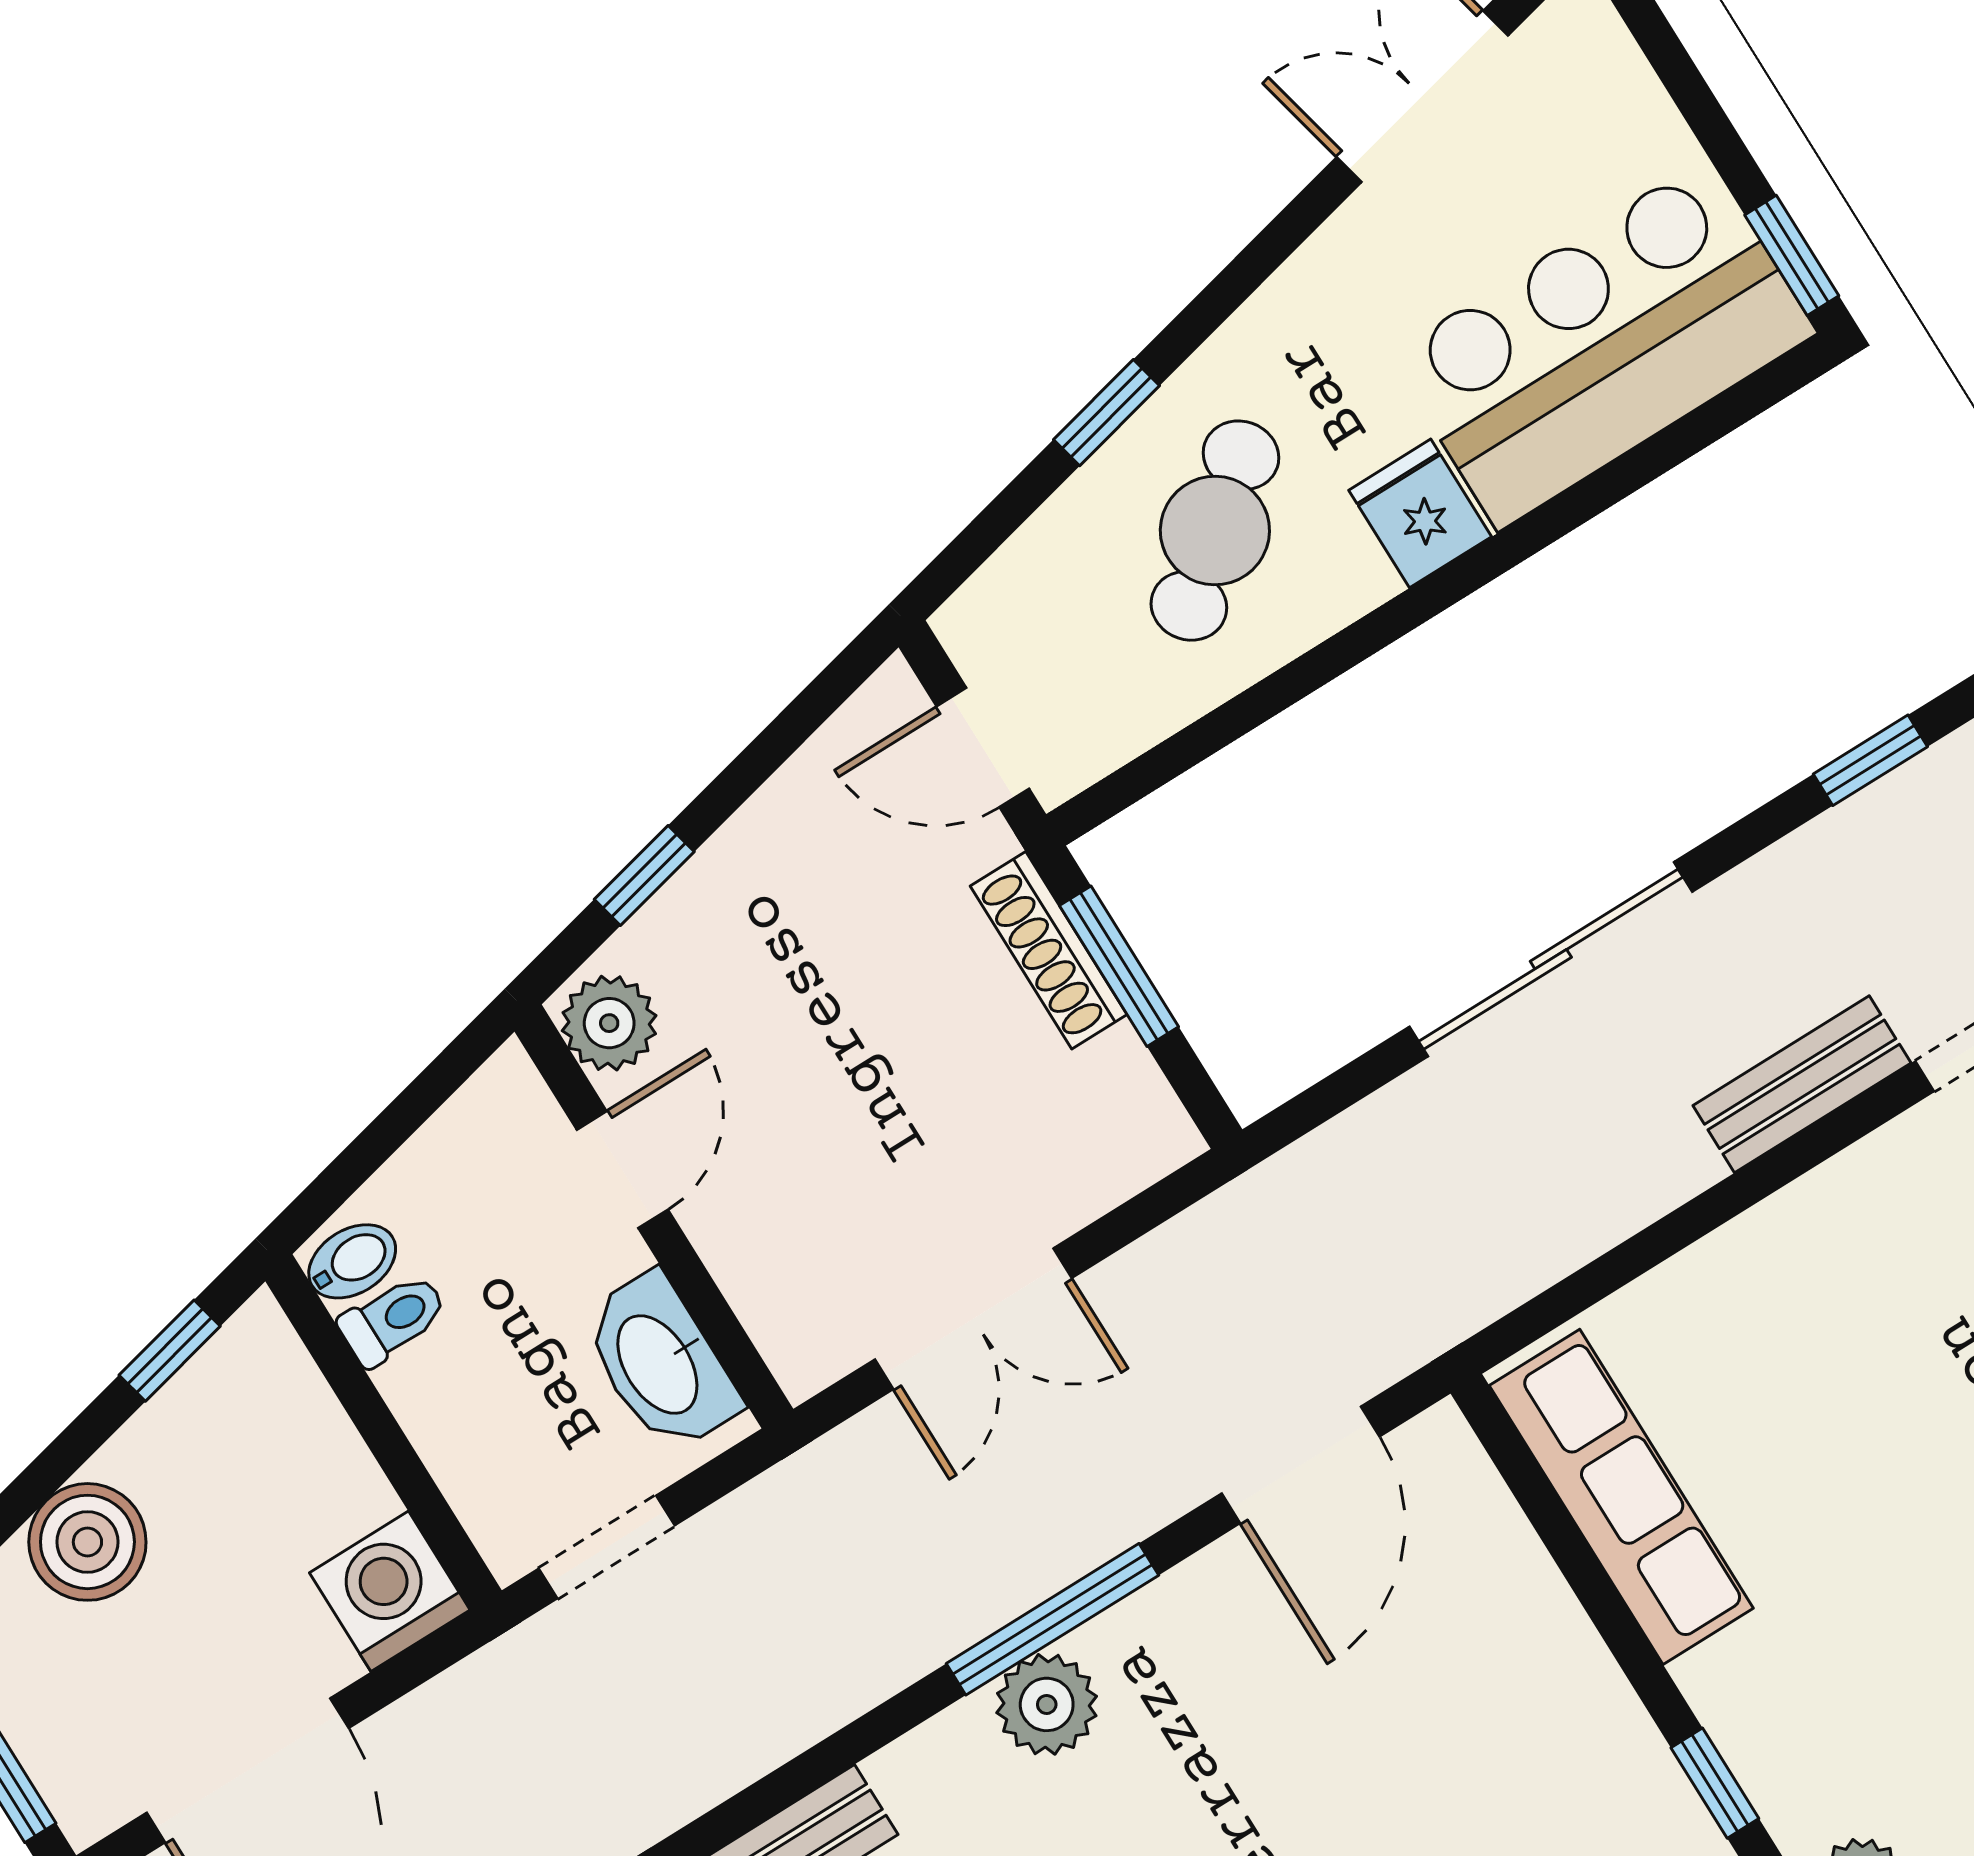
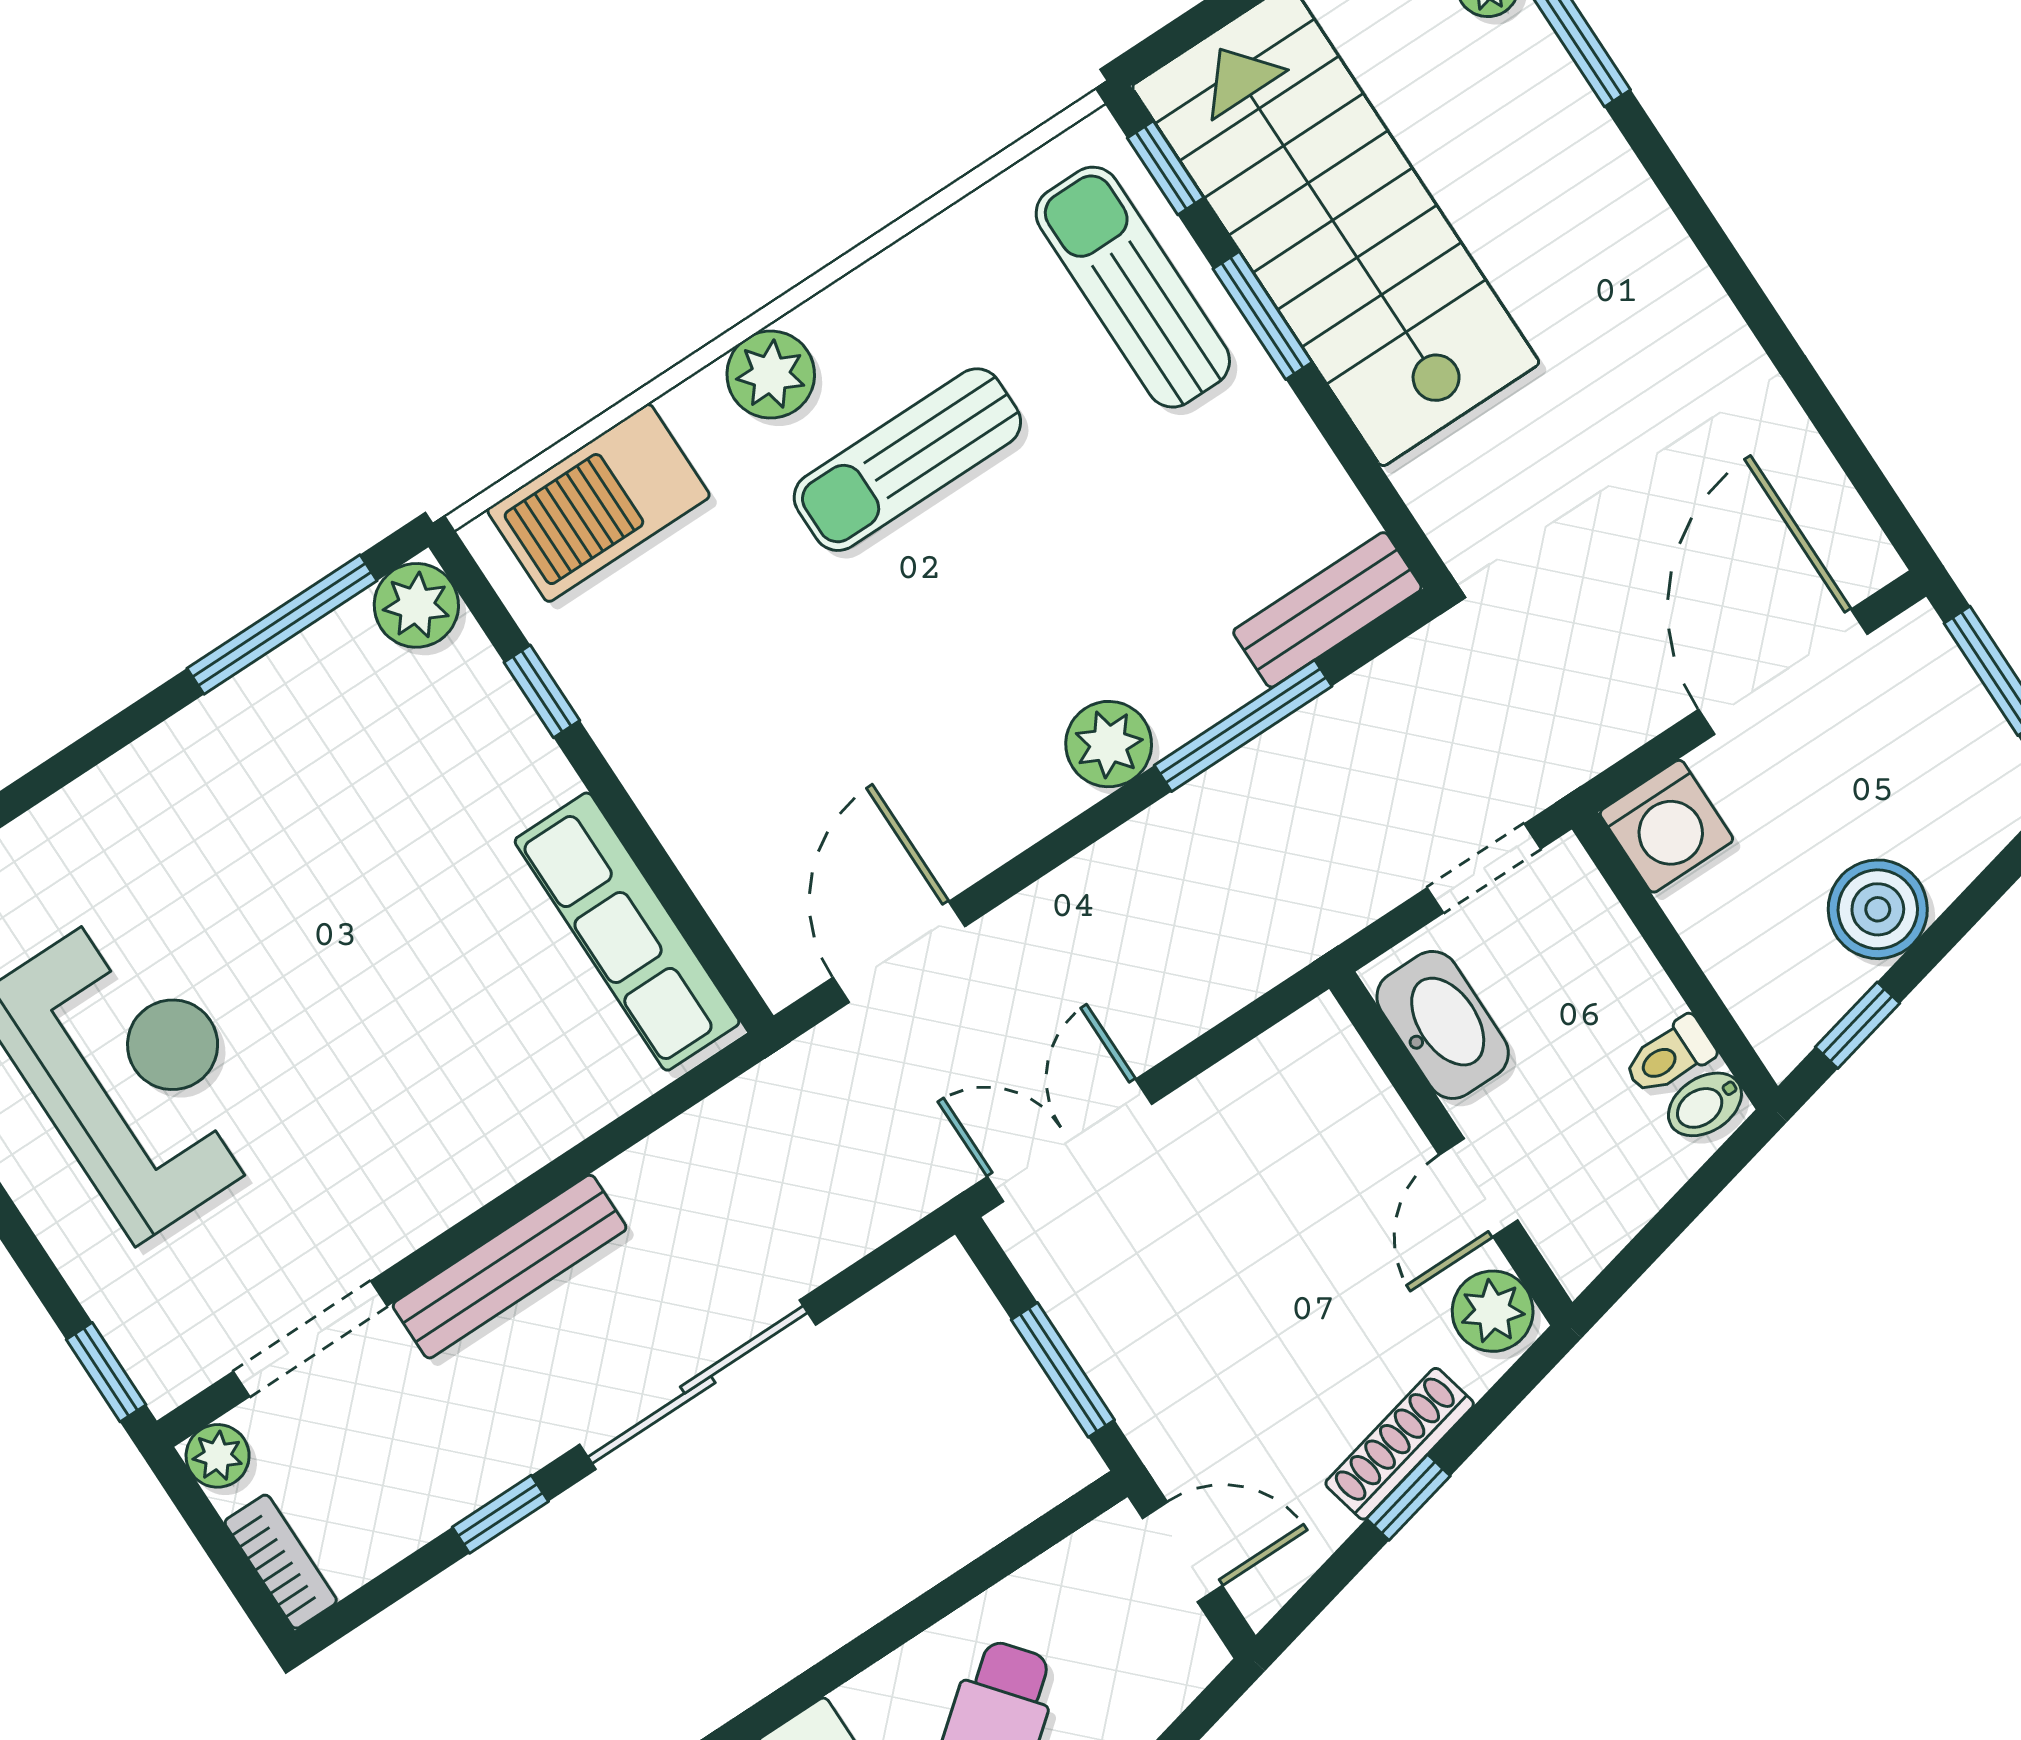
window: (1870, 760) -> (500, 1514), moved
window: (644, 876) -> (1408, 1497), moved
shoe rack: (1049, 950) -> (1400, 1444), moved, turned -103
bench: (1802, 1084) -> (510, 1267), width x1.36
double door: (973, 1319) -> (1070, 1140), moved
boiler: (87, 1542) -> (1878, 909), moved
window: (1052, 1619) -> (1243, 726), moved

